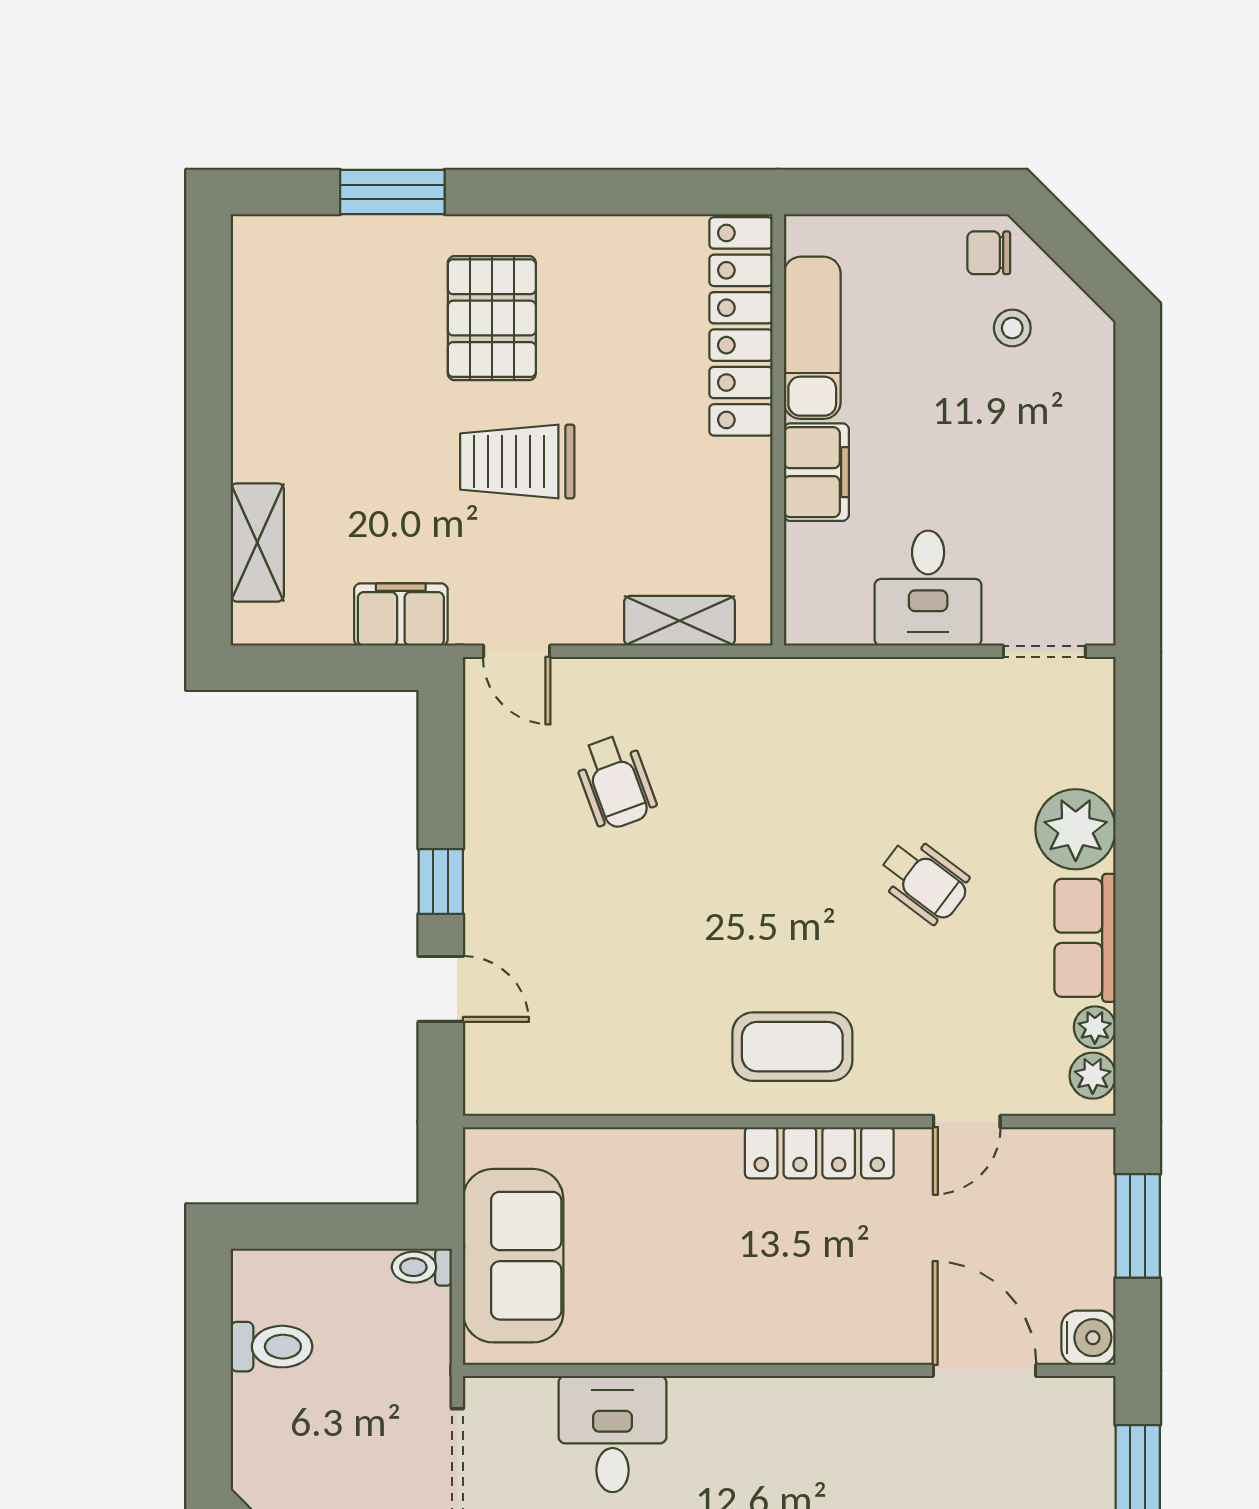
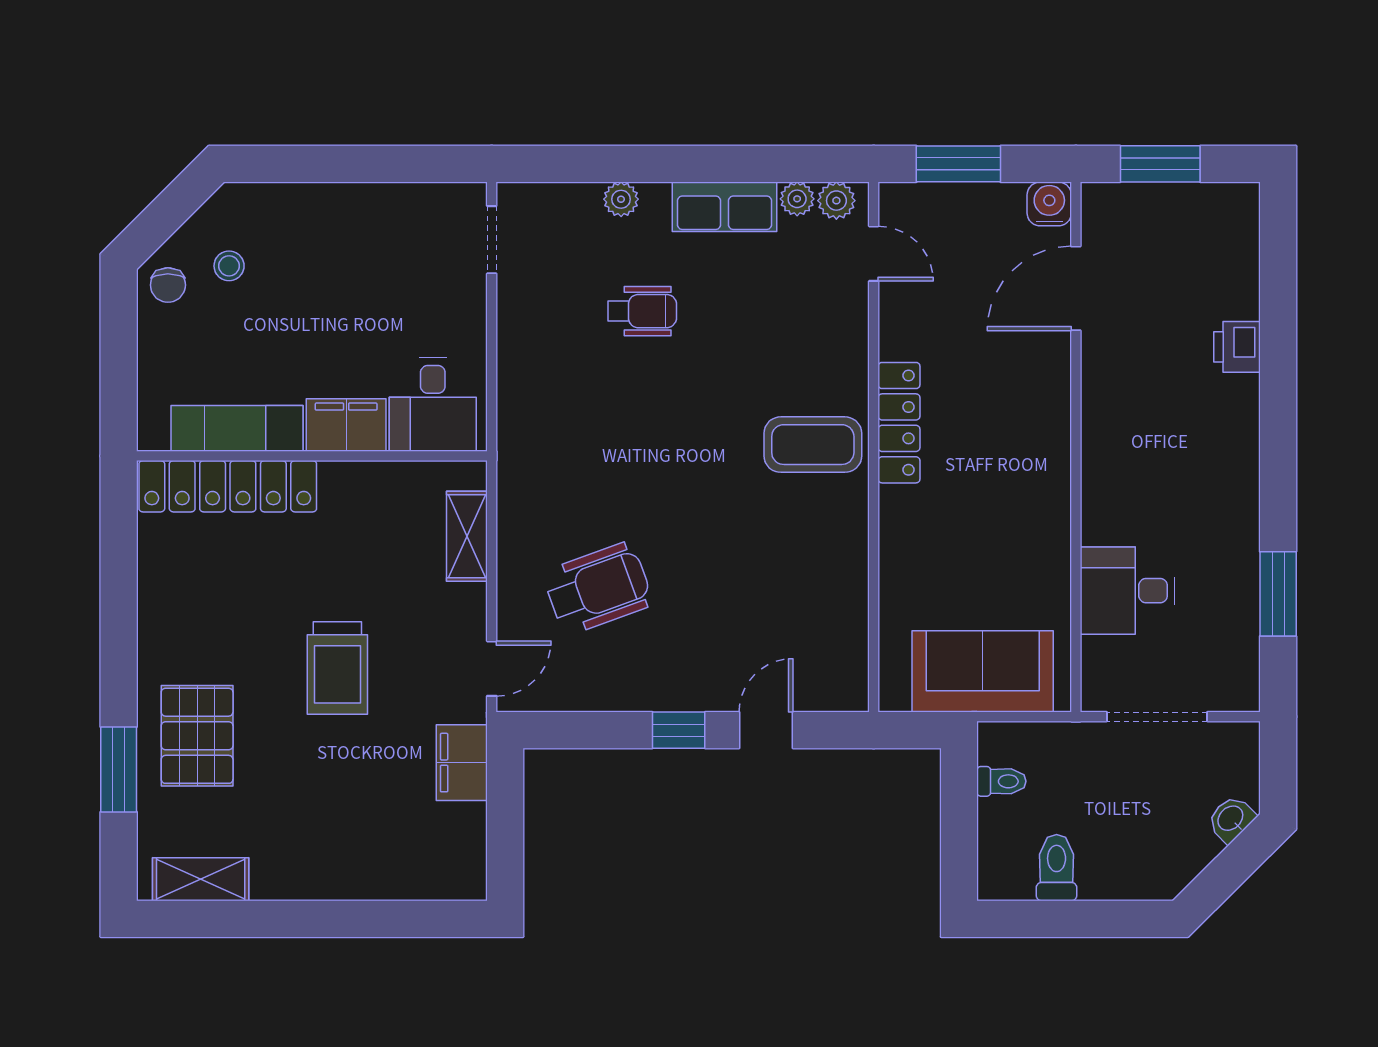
pallet: (492, 318) -> (197, 736), moved, turned 90
shelving: (257, 542) -> (201, 879), moved
desk: (928, 588) -> (433, 405), moved, turned 90
wheelchair: (615, 782) -> (598, 588), width x1.36, depth x1.37
plant: (1076, 829) -> (621, 199), width x0.53, depth x0.53
wheelchair: (924, 880) -> (642, 311), moved, turned 53
coffee table: (792, 1047) -> (813, 445), turned 90
door: (967, 1121) -> (874, 254), moved
toilet: (422, 1267) -> (1001, 781), moved, turned -90

